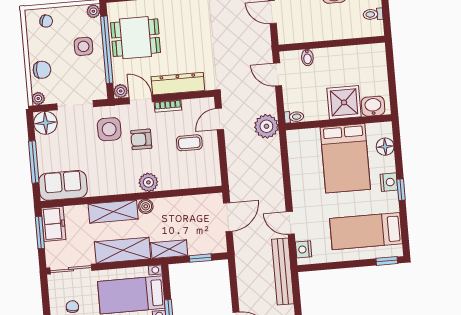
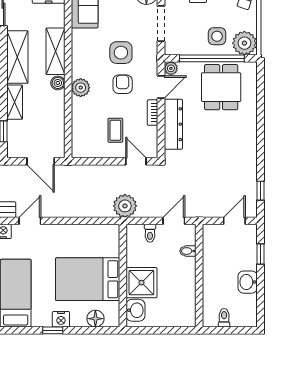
plant: (93, 11) -> (244, 43), width x1.87, depth x1.87
toilet: (294, 117) -> (150, 233), moved
side table: (109, 129) -> (121, 53), moved

